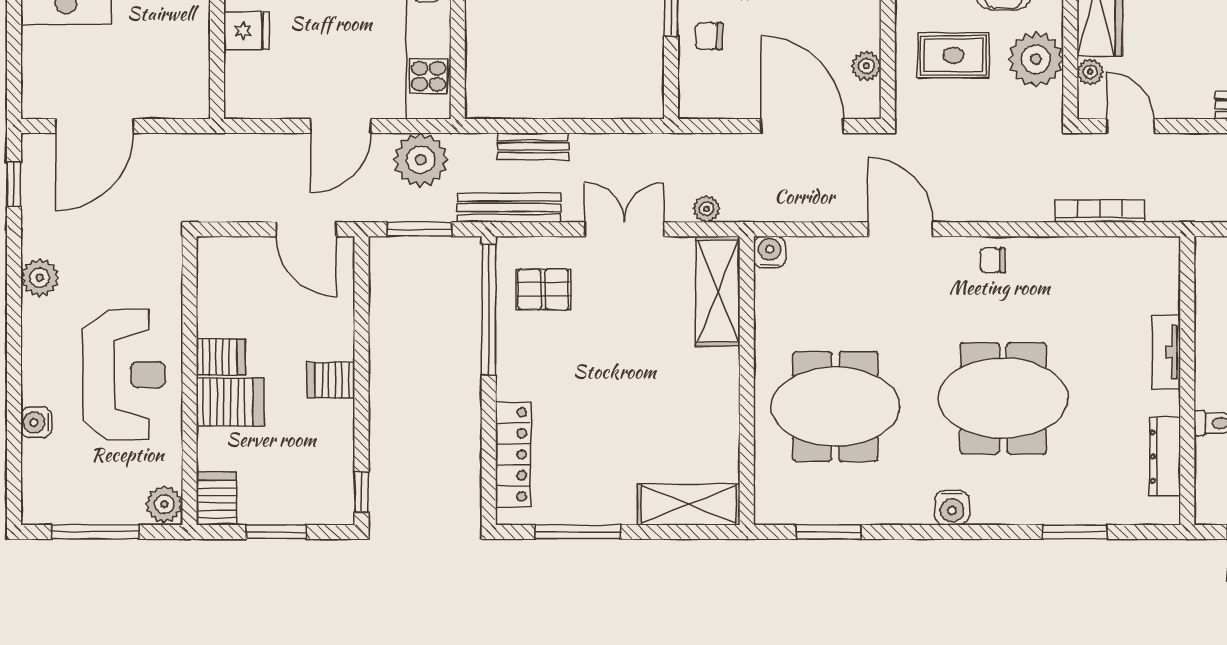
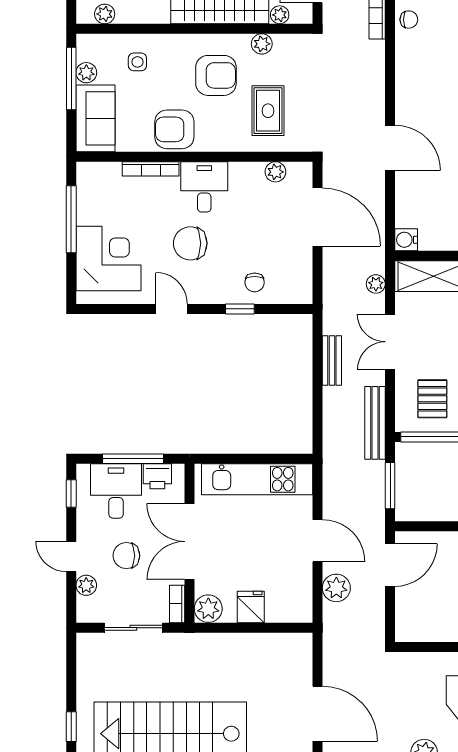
plant: (1036, 59) -> (262, 44), width x0.53, depth x0.53
door: (802, 126) -> (318, 217), swing flipped
bench: (533, 146) -> (332, 361), moved
plant: (421, 160) -> (336, 588), moved, width x0.73, depth x0.73
door: (901, 229) -> (390, 148), swing flipped
chair: (993, 260) -> (409, 20), moved, turned -90

